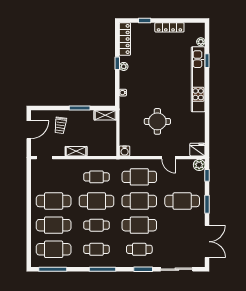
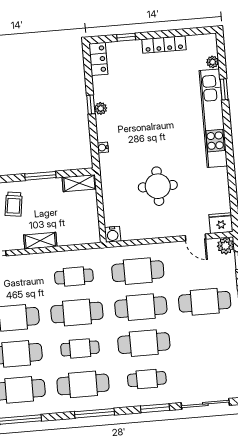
locker: (125, 39) -> (98, 59), width x0.66
door: (169, 158) -> (195, 237), moved
cafe table: (96, 249) -> (83, 384), width x1.37, depth x1.35

